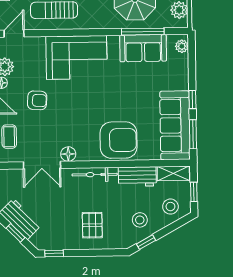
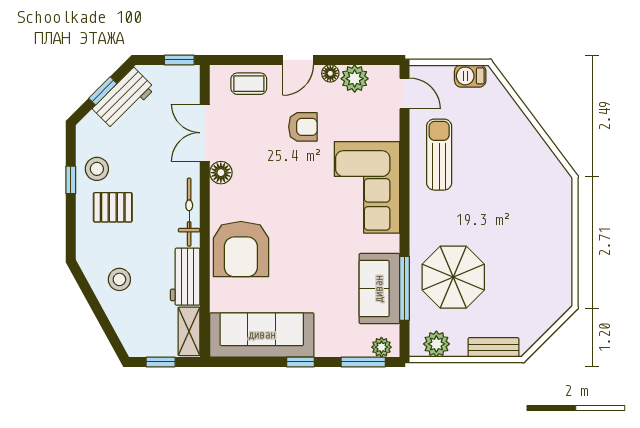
armchair: (37, 100) -> (303, 127), turned -94
window: (193, 134) -> (363, 362), moved
stool: (170, 207) -> (97, 169), moved
window: (146, 242) -> (86, 288), removed
window: (54, 253) -> (71, 180), moved

